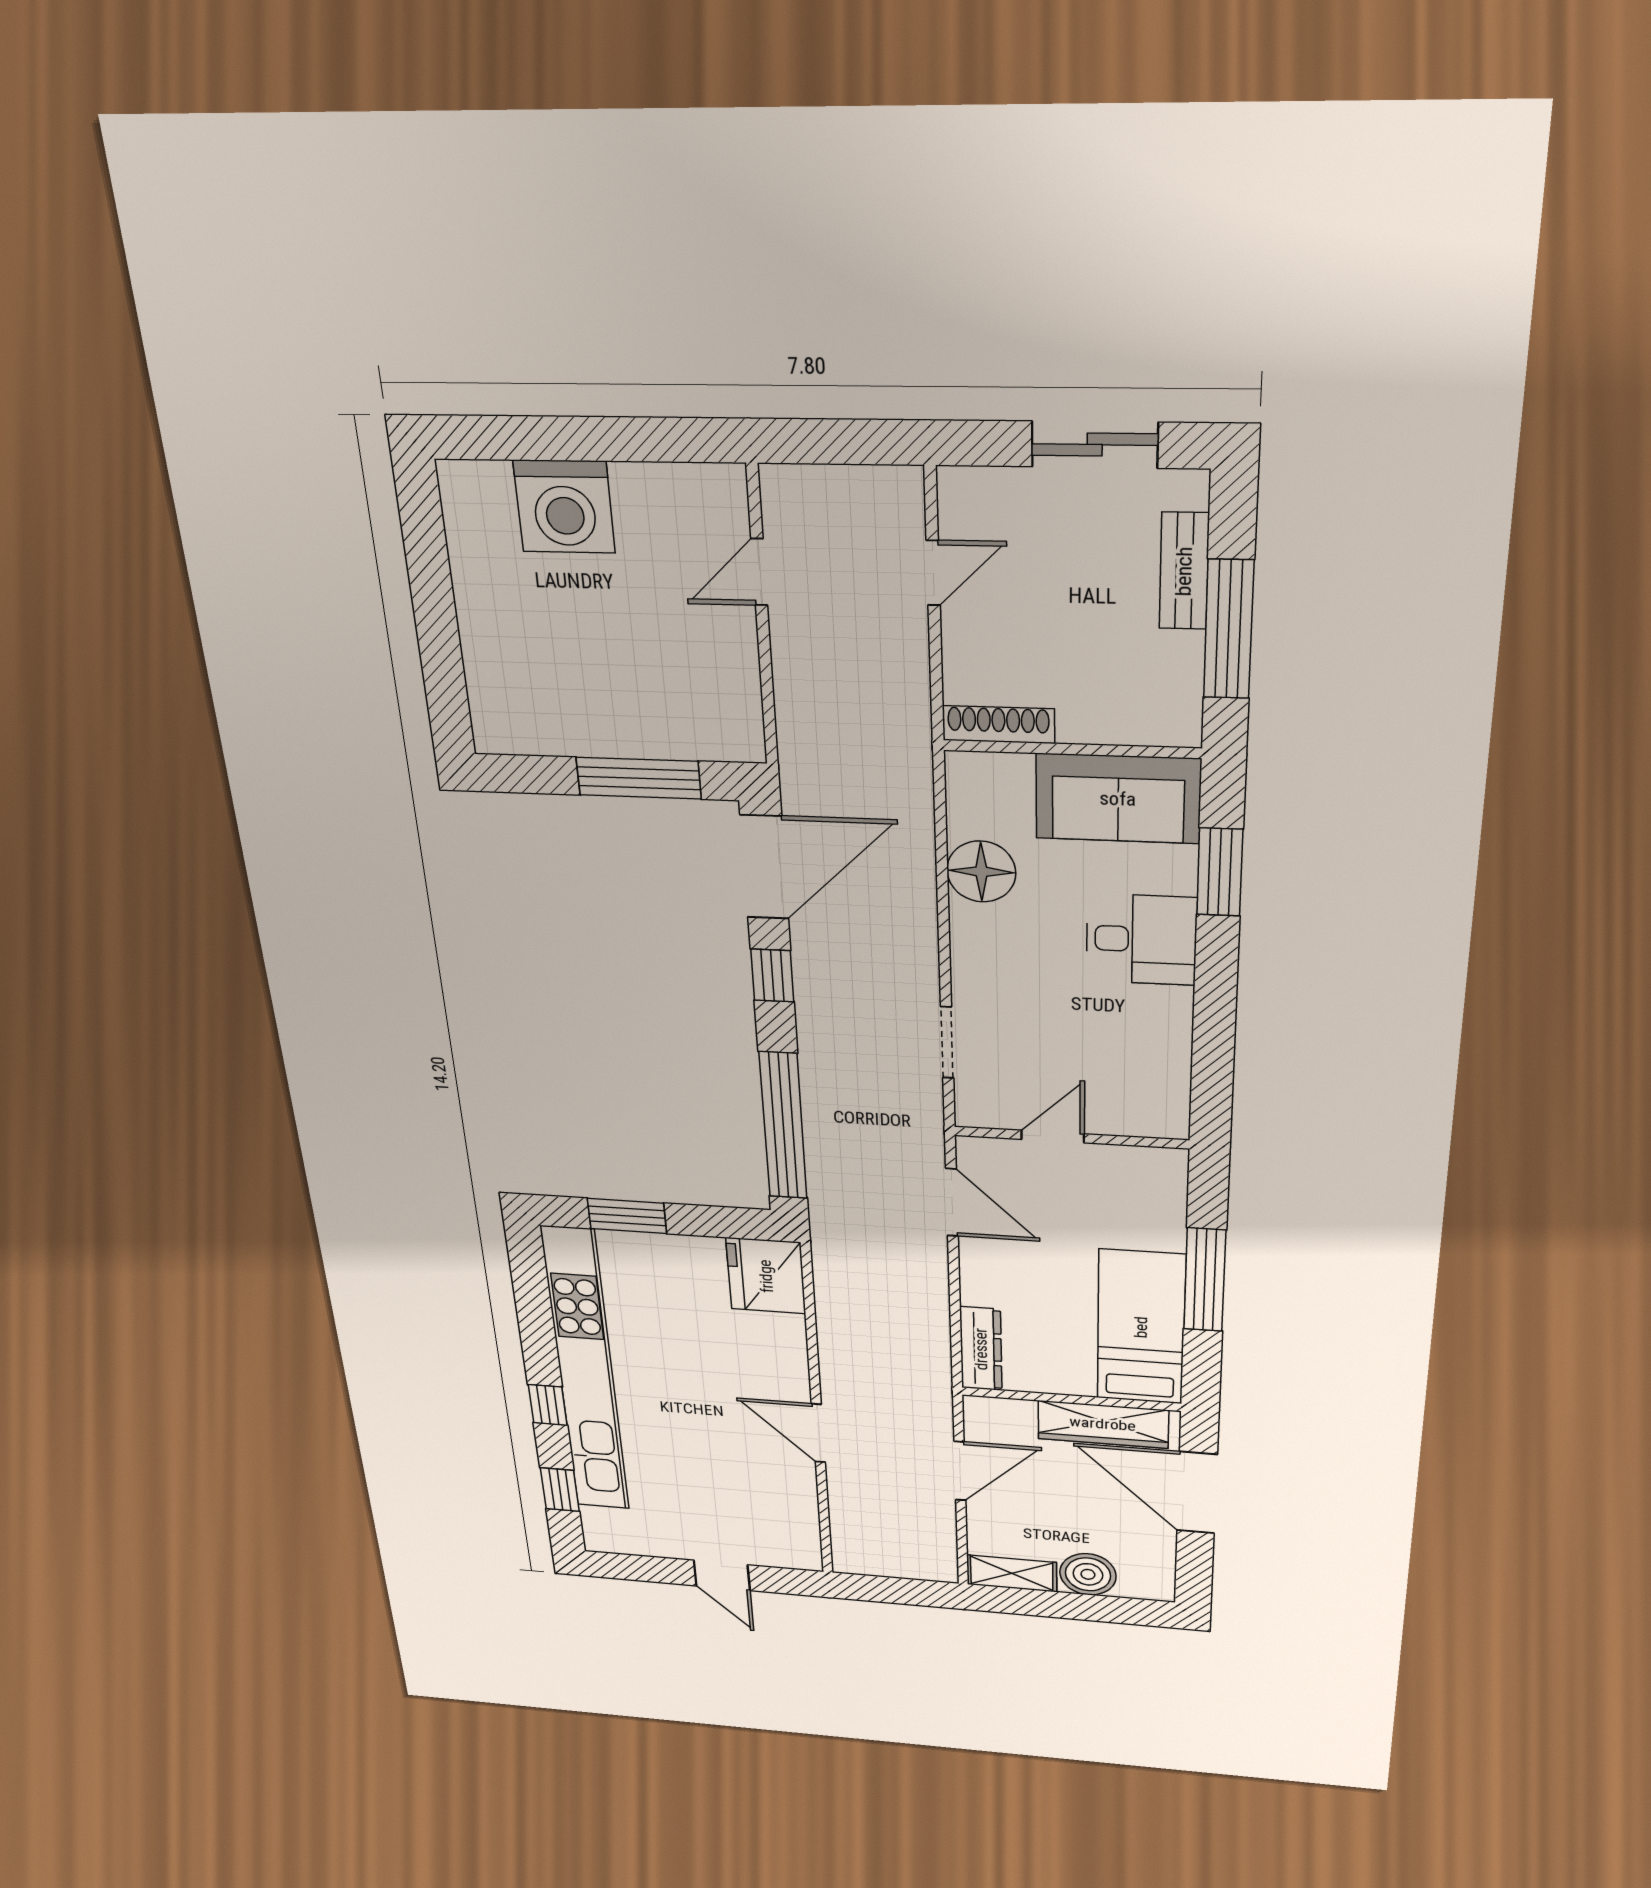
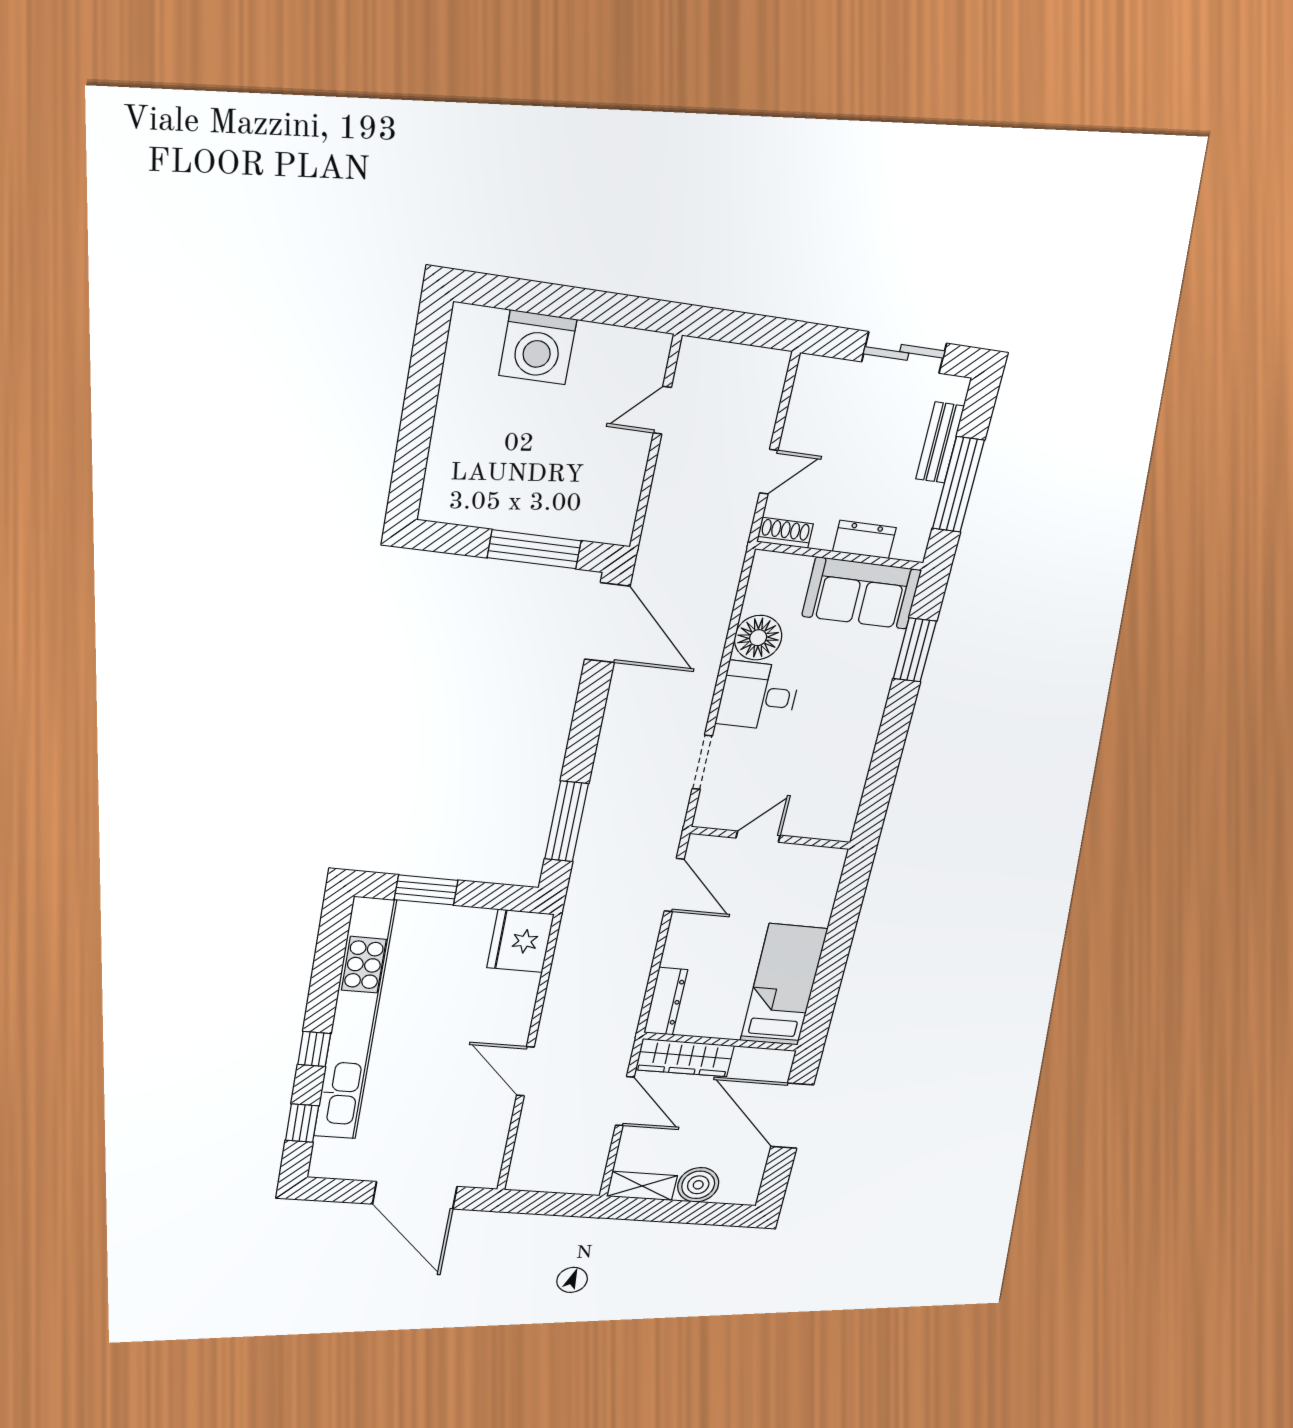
door: (933, 573) -> (769, 472), moved
dresser: (1103, 723) -> (864, 540), added
shoe rack: (998, 725) -> (785, 533), width x0.70
door: (764, 867) -> (607, 623), hinge flipped
desk: (1141, 939) -> (758, 696), moved, turned 180
window: (772, 976) -> (590, 705), removed
window: (783, 1126) -> (567, 821), width x0.68
window: (1205, 1280) -> (836, 949), removed
wardrobe: (1103, 1424) -> (685, 1058), moved
door: (960, 1471) -> (625, 1101), hinge flipped
door: (722, 1575) -> (415, 1195), width x1.87

